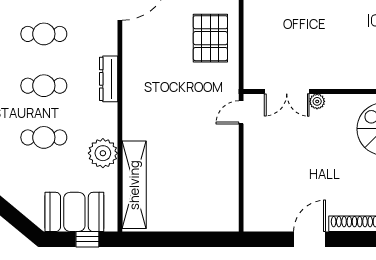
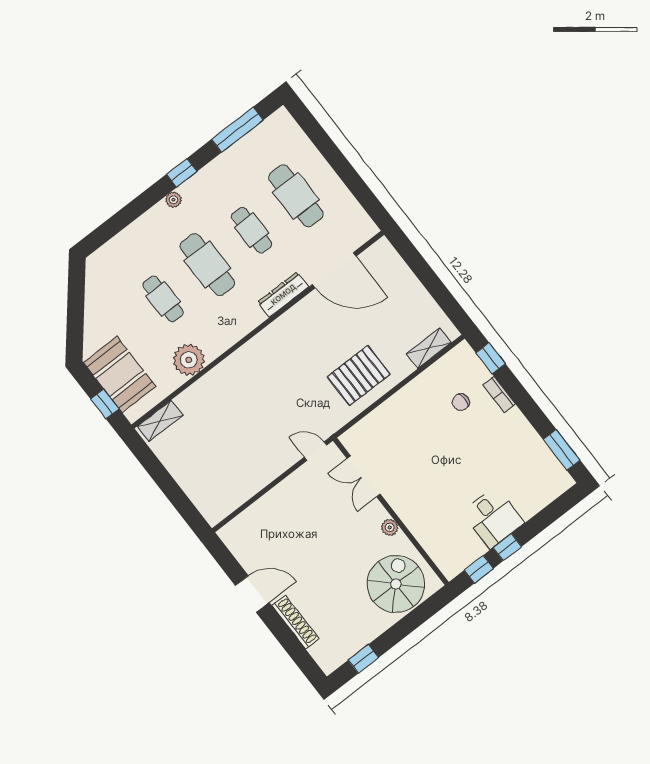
dresser: (109, 79) -> (283, 294), moved
cafe table: (44, 86) -> (207, 265), width x1.37, depth x1.35
plant: (317, 101) -> (390, 527), moved
shelving: (134, 185) -> (160, 421), width x0.45, depth x0.75

